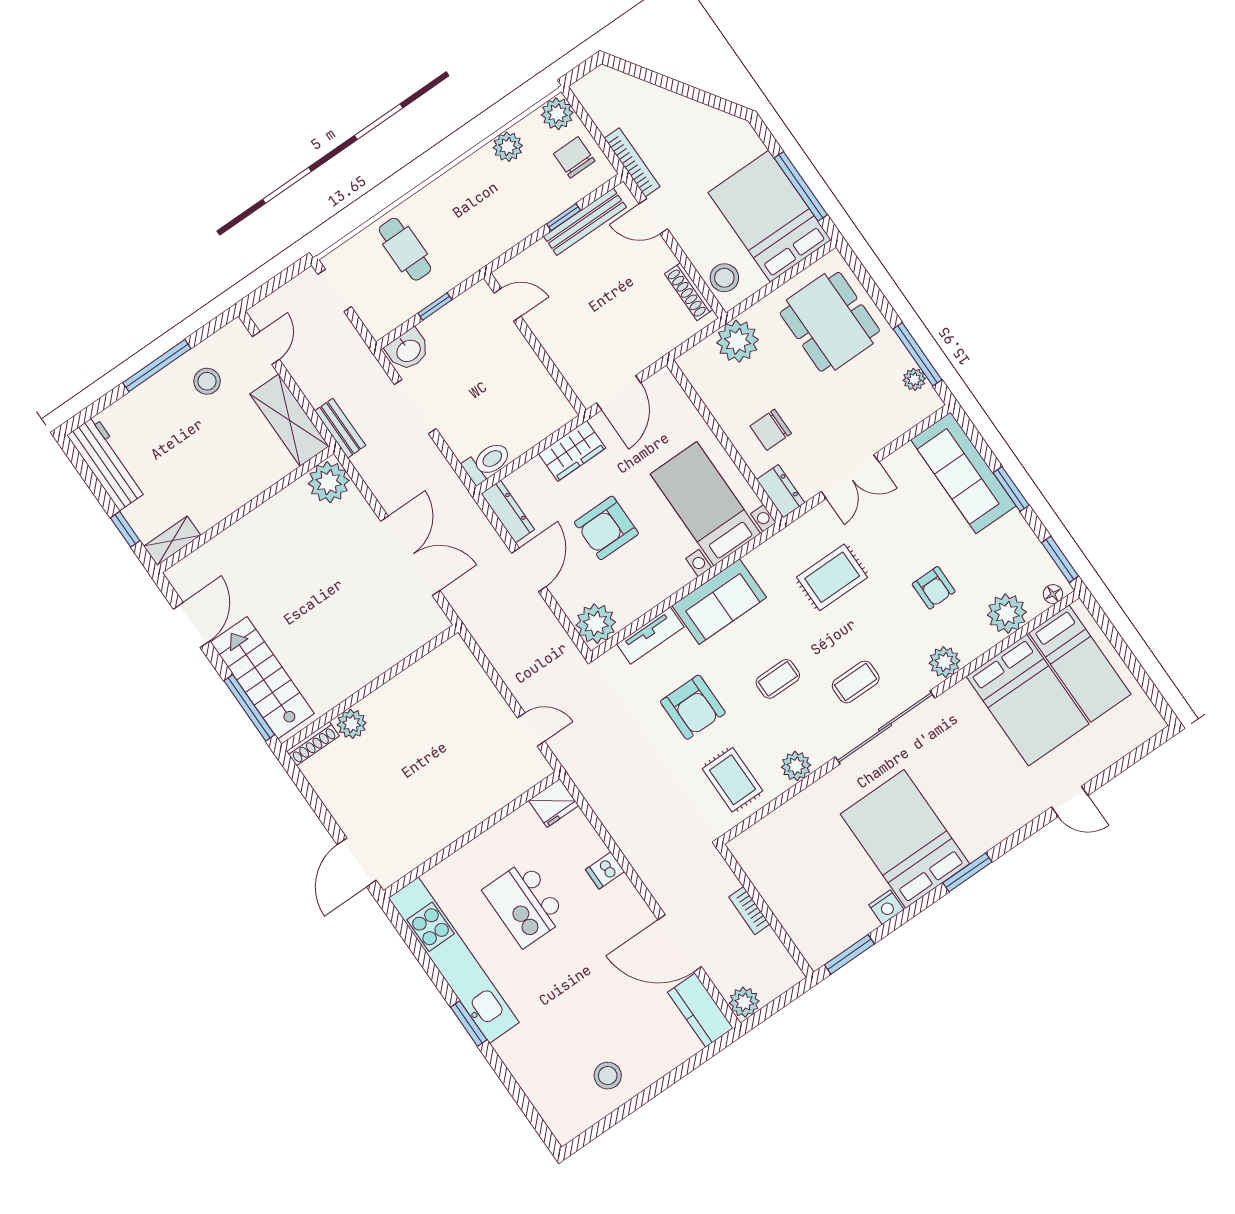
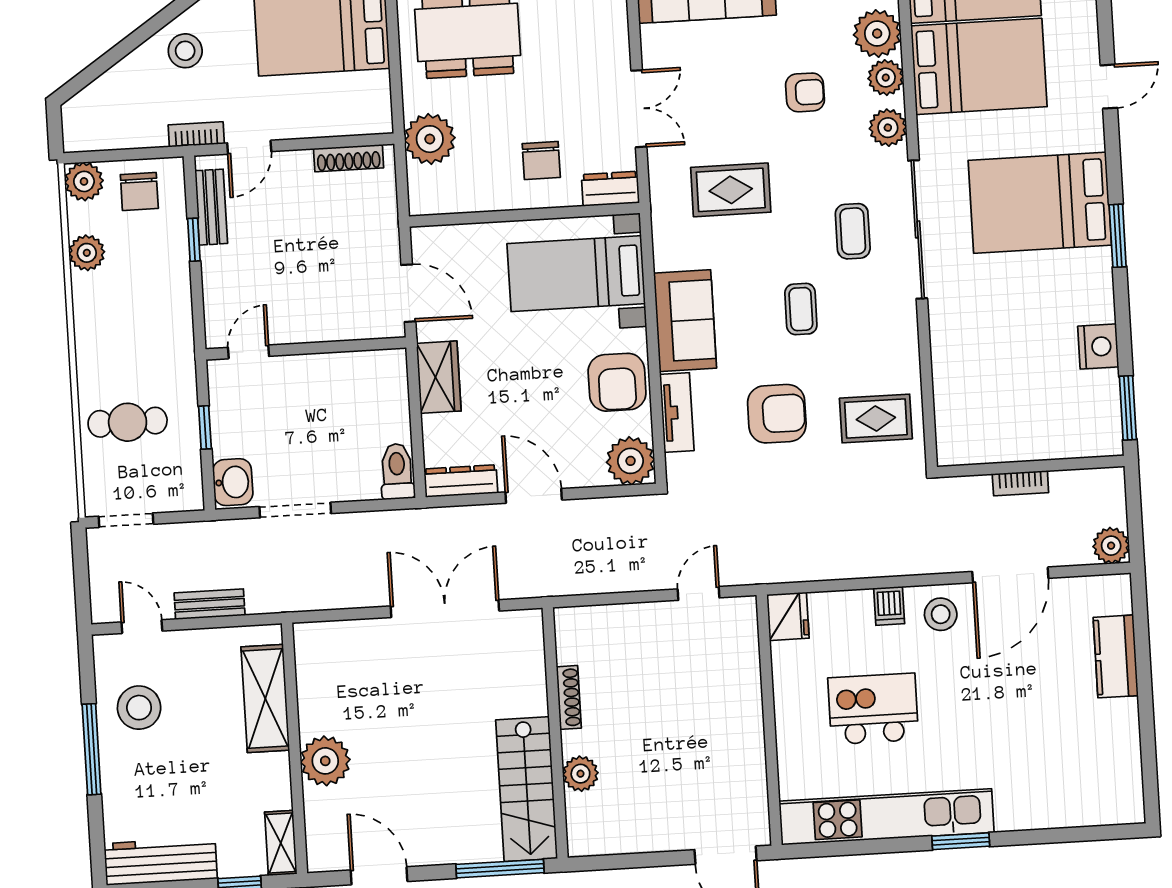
chair: (574, 157) -> (139, 191), turned -90
bookcase: (632, 162) -> (196, 134), width x0.64
bench: (585, 222) -> (211, 207), width x0.73
stool: (724, 278) -> (185, 51), moved
stool: (207, 381) -> (139, 708), width x1.38, depth x1.38
shelving: (289, 420) -> (265, 698), moved, turned 90
bench: (340, 428) -> (210, 604), moved
plant: (329, 482) -> (325, 761), moved
armchair: (606, 528) -> (617, 382), moved
rug: (832, 577) -> (731, 190), turned 90
stairs: (262, 678) -> (527, 789), moved, turned -90
shoe rack: (313, 744) -> (569, 697), moved
plant: (796, 766) -> (886, 78), moved
bed: (905, 839) -> (1040, 203), moved
kitchen island: (525, 904) -> (873, 709), turned 180
nightstand: (886, 907) -> (1098, 347), width x1.36, depth x1.33
kitchen counter: (700, 1010) -> (1116, 656), moved, turned 90
stool: (608, 1076) -> (941, 614), moved

